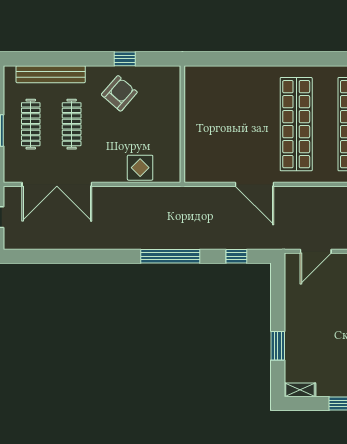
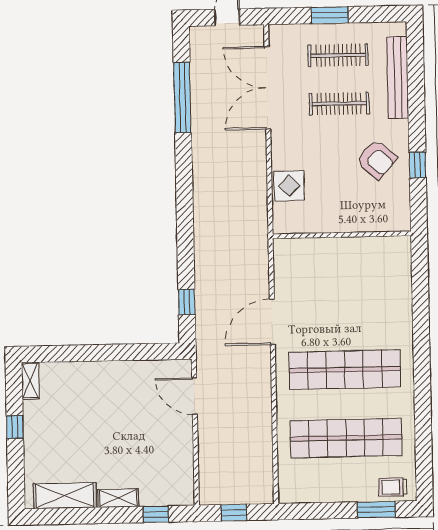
window: (170, 256) -> (182, 97), moved
window: (278, 346) -> (82, 353), removed

